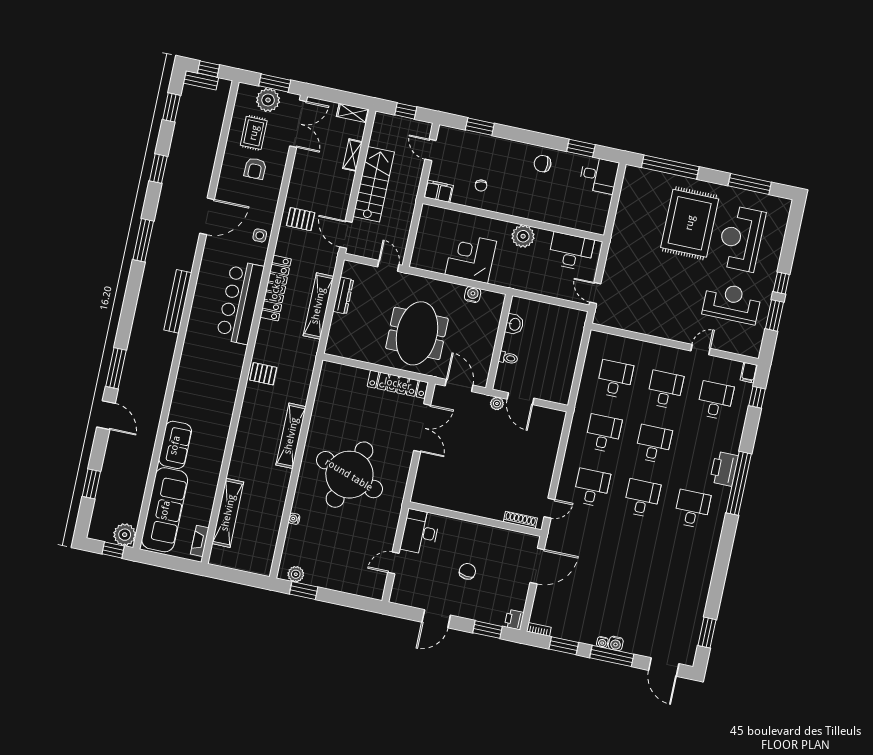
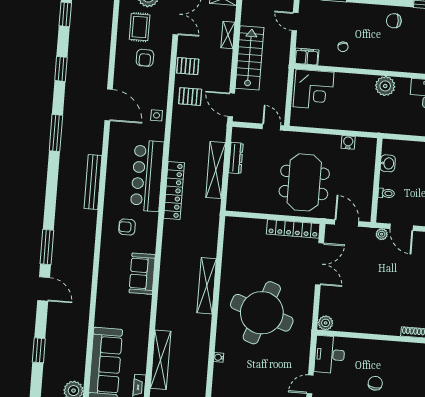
door: (207, 216) -> (109, 105), hinge flipped
corner desk: (471, 258) -> (313, 89), moved, turned 180
locker: (276, 288) -> (174, 191), moved
armchair: (210, 357) -> (127, 227), added
pallet: (263, 374) -> (188, 66), moved
sofa: (175, 445) -> (142, 274), moved, turned 180
plant: (420, 496) -> (326, 323), added

